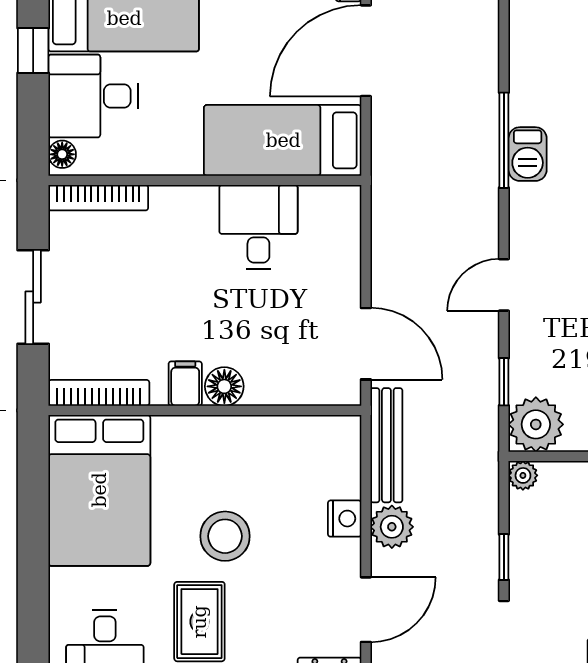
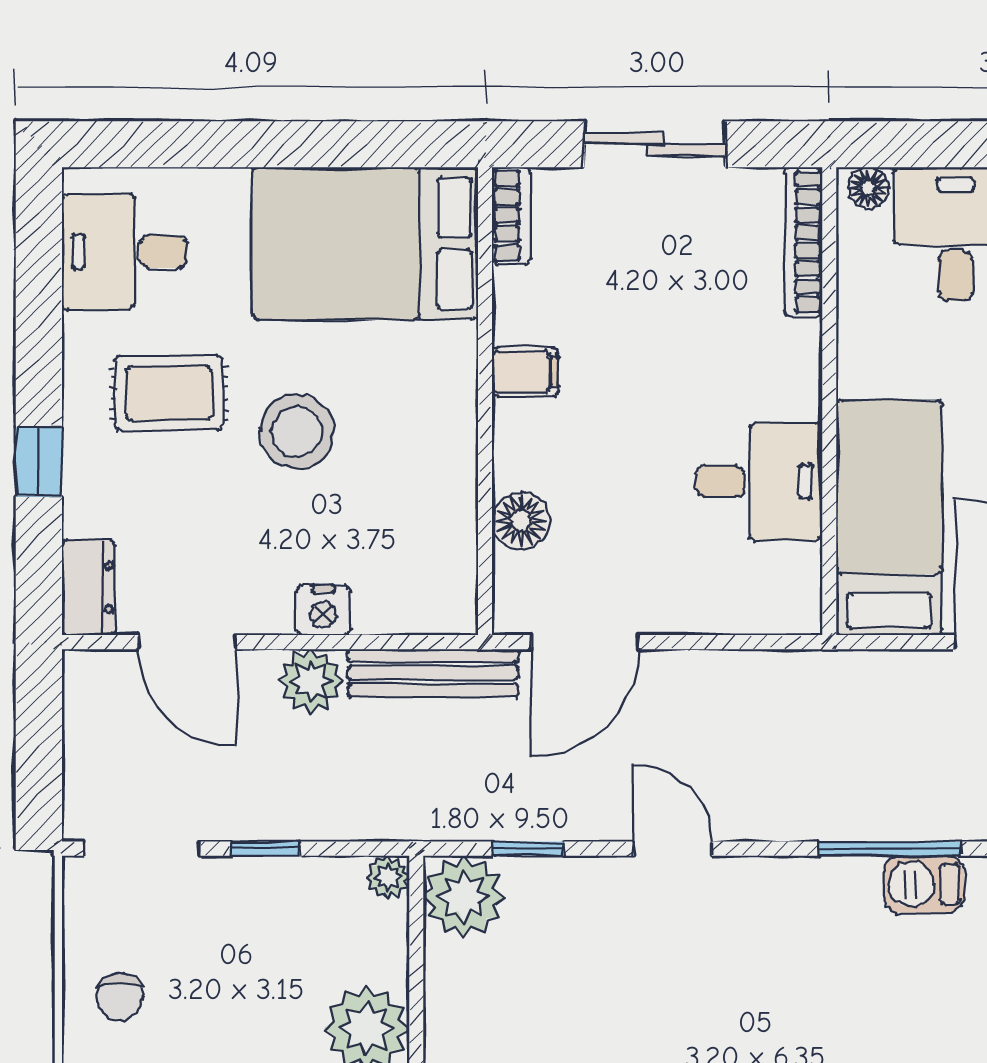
barbecue: (528, 154) -> (924, 884), moved
floor lamp: (224, 386) -> (521, 521), moved
bookcase: (99, 393) -> (511, 216), width x0.64

